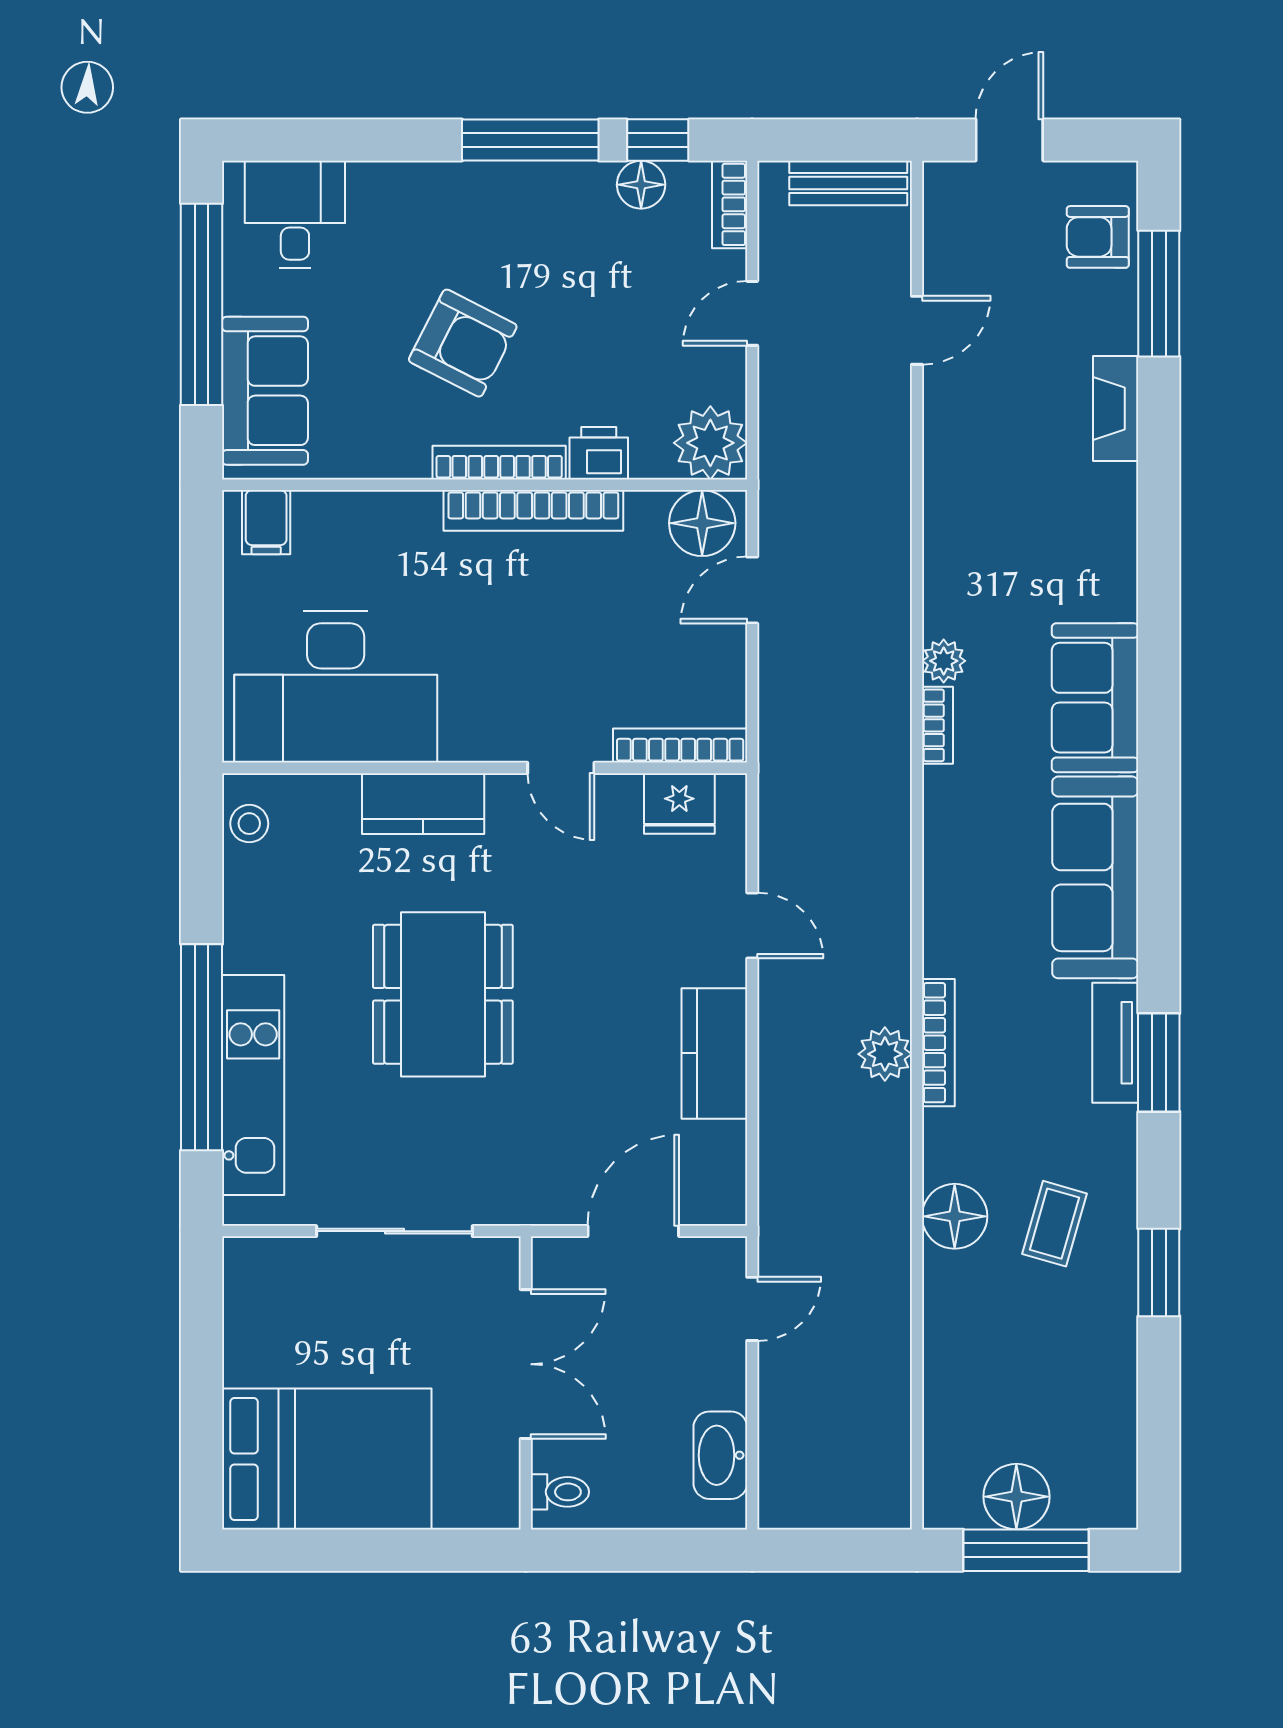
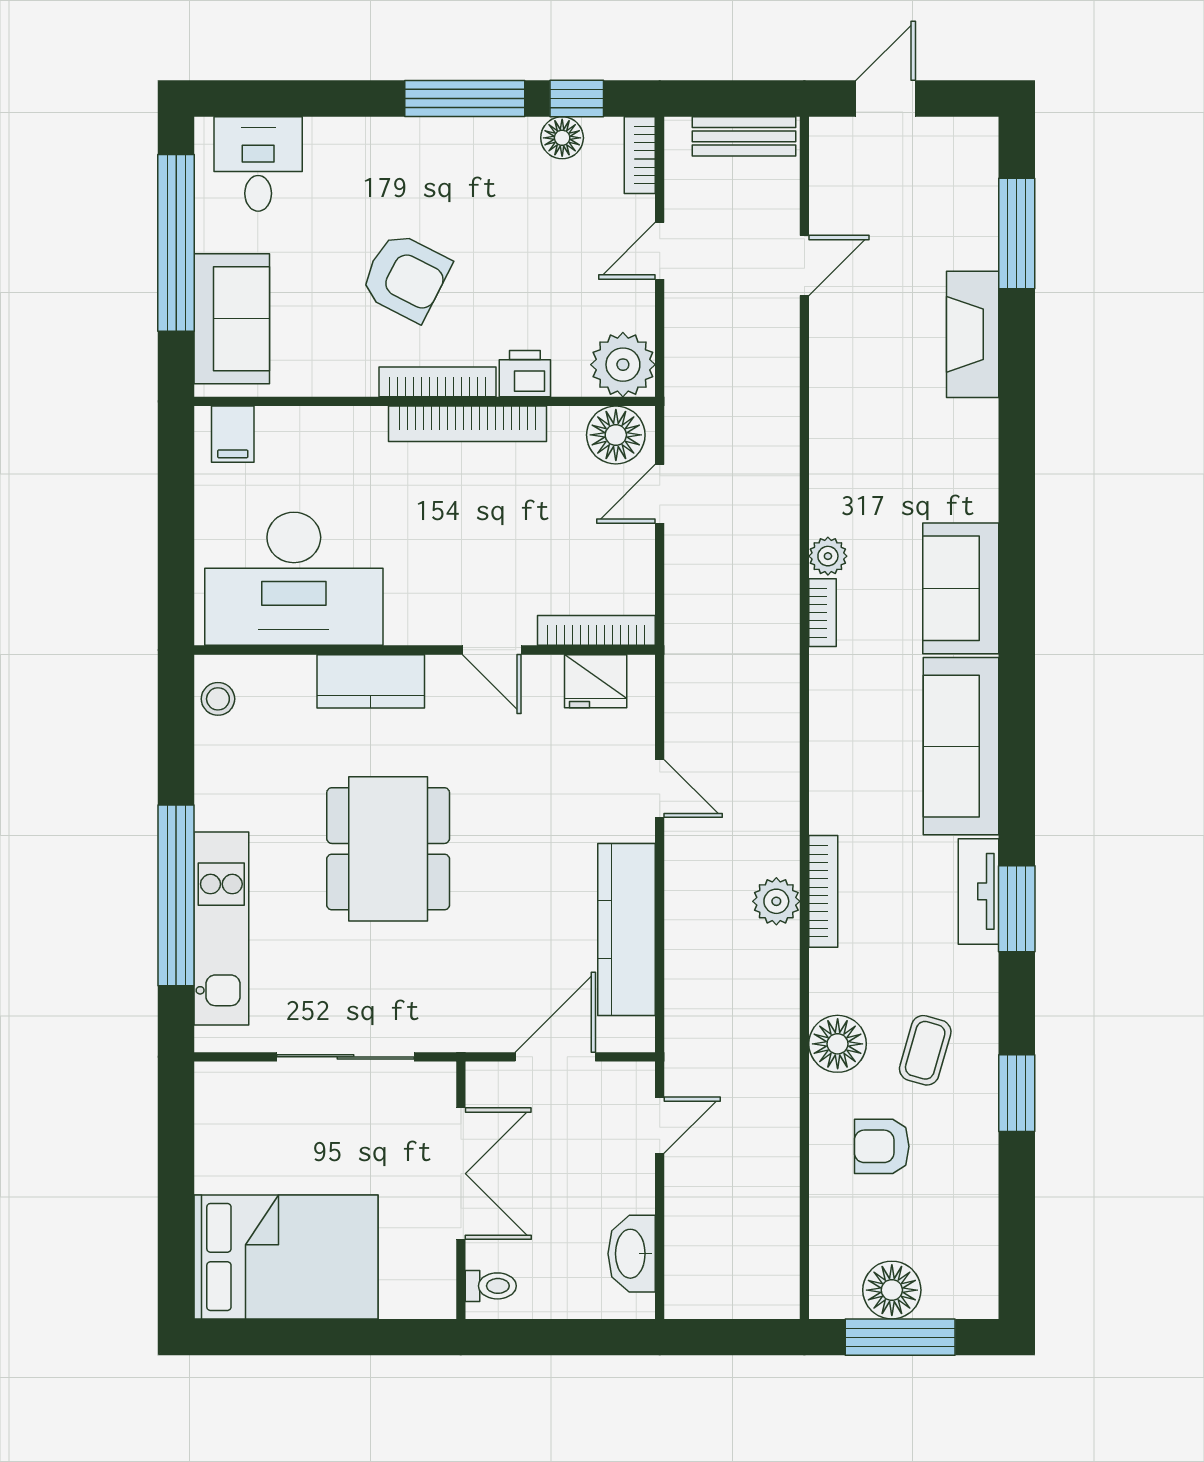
armchair: (1098, 237) -> (882, 1146), moved
fireplace: (1116, 408) -> (973, 334), width x1.37, depth x1.32
kitchen counter: (714, 1053) -> (626, 930), width x1.50

